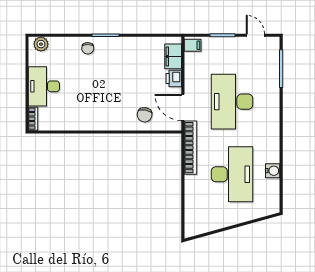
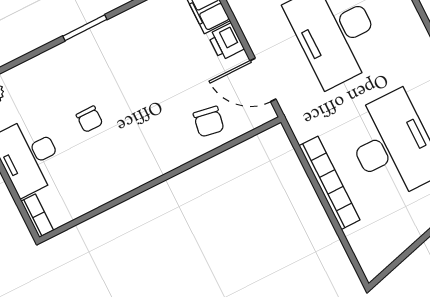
chair: (88, 48) -> (89, 119), moved
bookcase: (190, 148) -> (329, 183), moved

